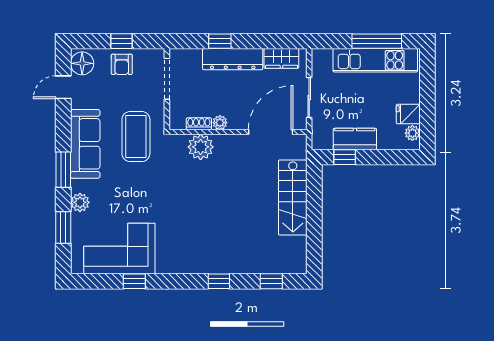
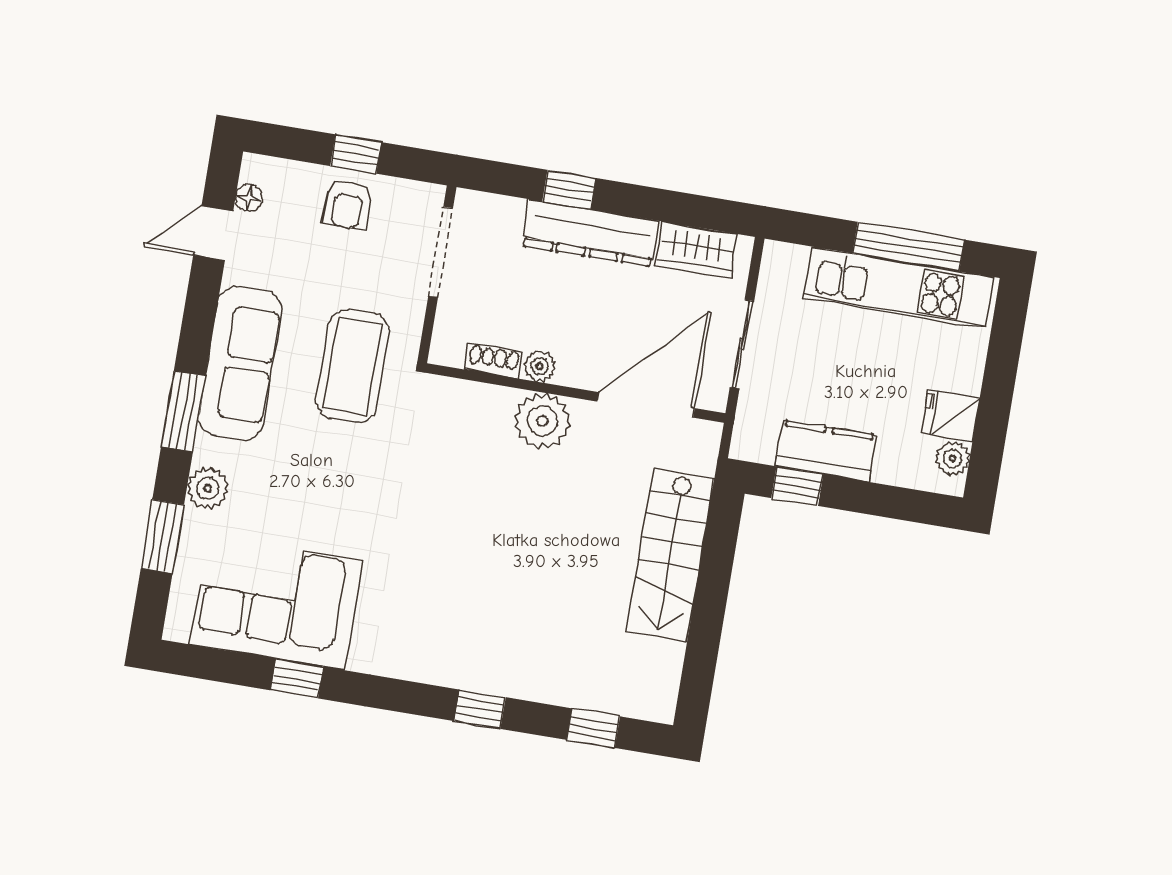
floor lamp: (82, 63) -> (249, 198), width x0.53, depth x0.53
plant: (201, 147) -> (542, 421), moved

